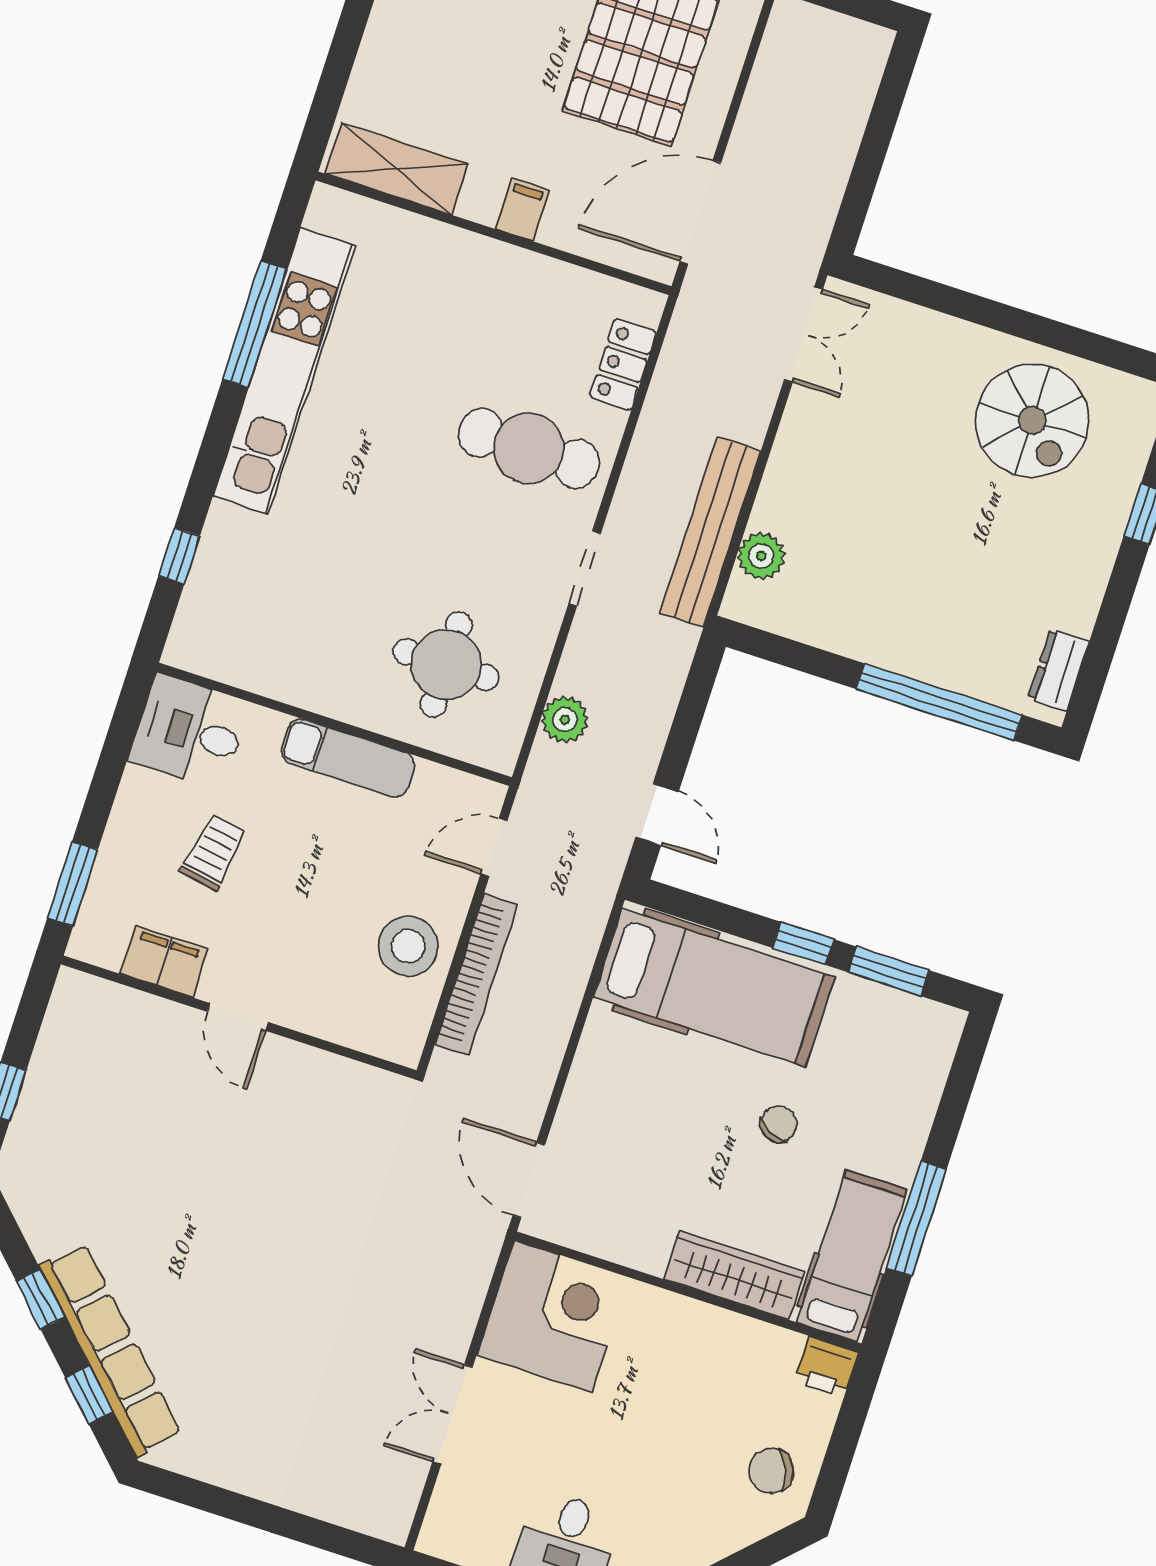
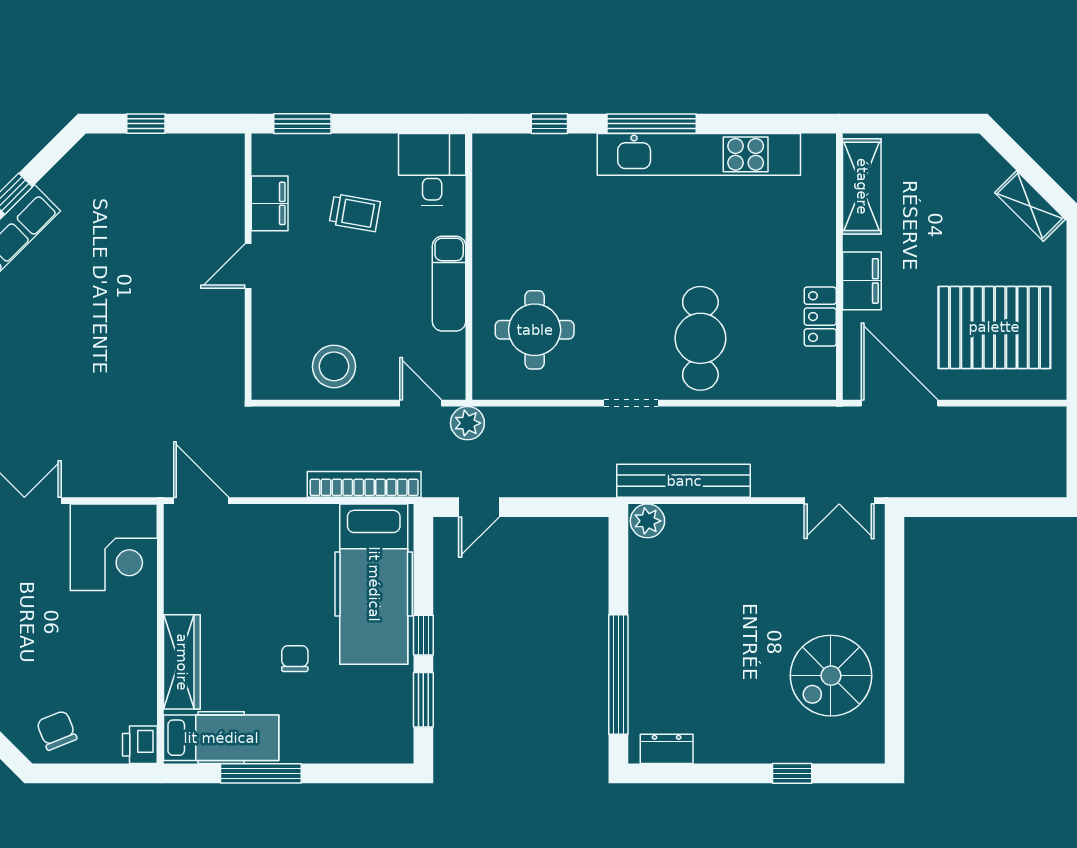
filing cabinet: (522, 210) -> (862, 281), width x2.00
window: (254, 324) -> (652, 124), moved
locker: (623, 364) -> (820, 317), moved, turned -90
plant: (761, 556) -> (647, 521), moved
plant: (565, 720) -> (467, 423), moved
bookcase: (476, 974) -> (364, 484), moved, turned 180
chair: (779, 1124) -> (295, 659), turned -115
door: (529, 1180) -> (201, 501), hinge flipped

